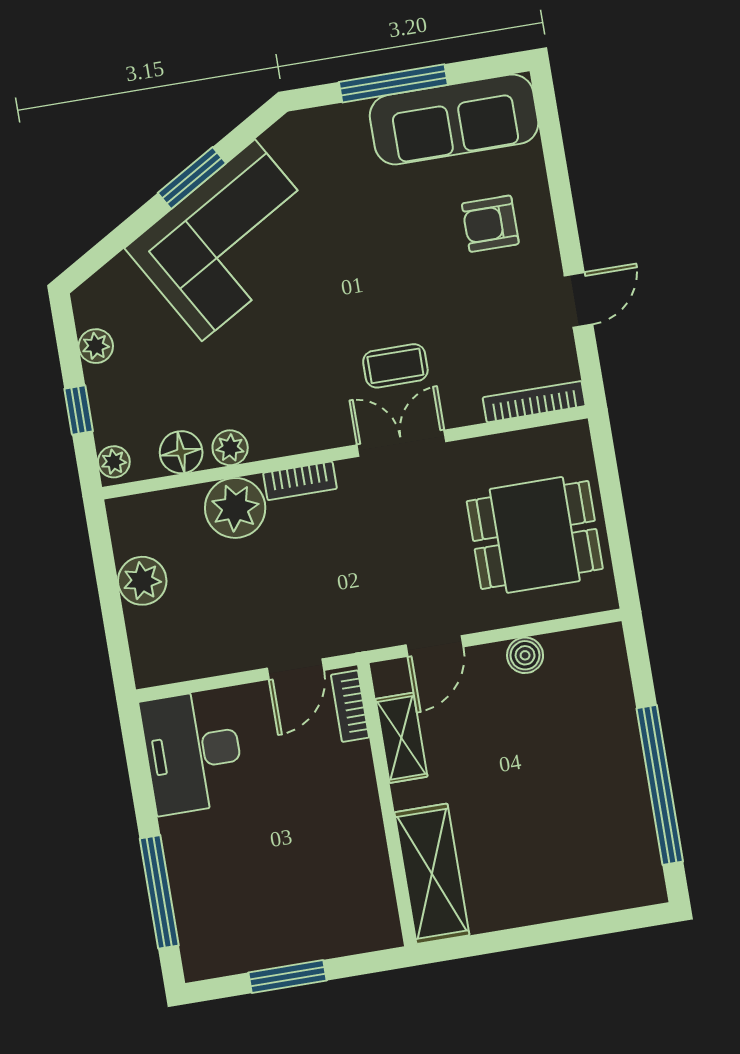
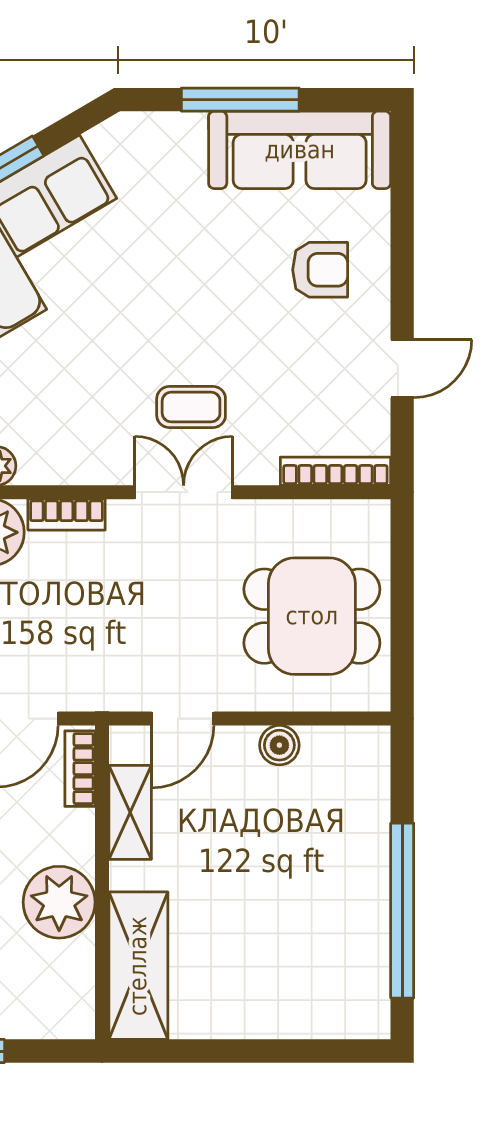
armchair: (490, 224) -> (320, 270), turned 180
plant: (351, 829) -> (59, 902), added

